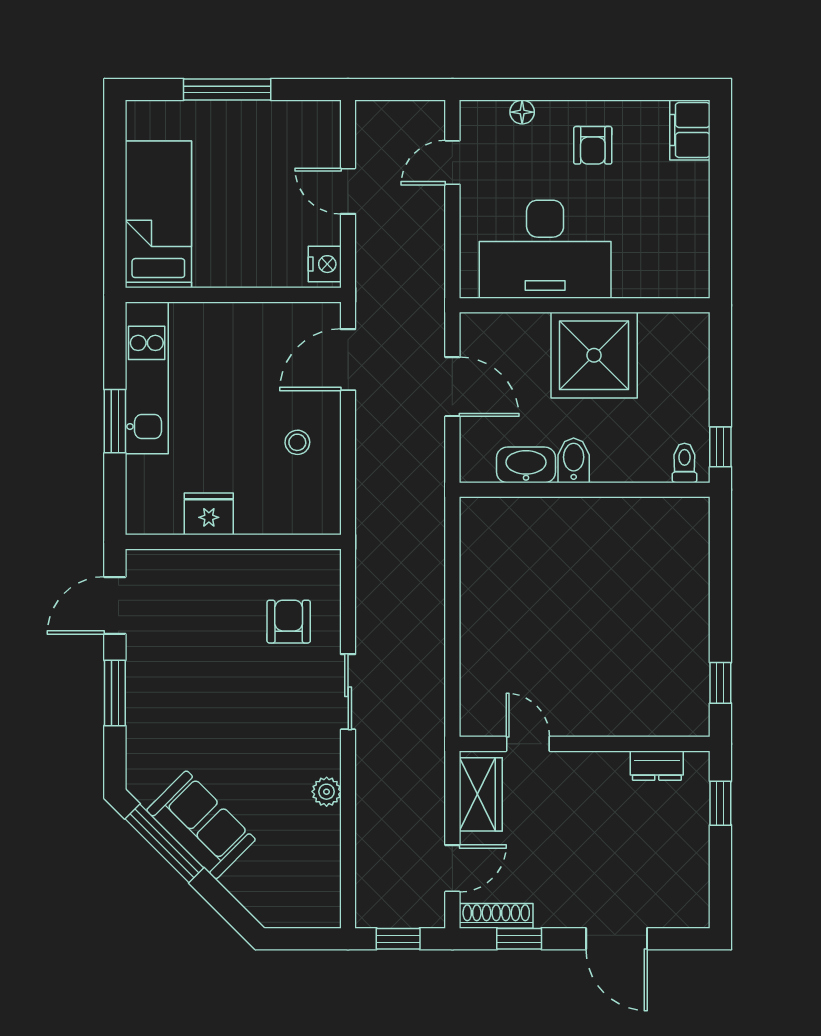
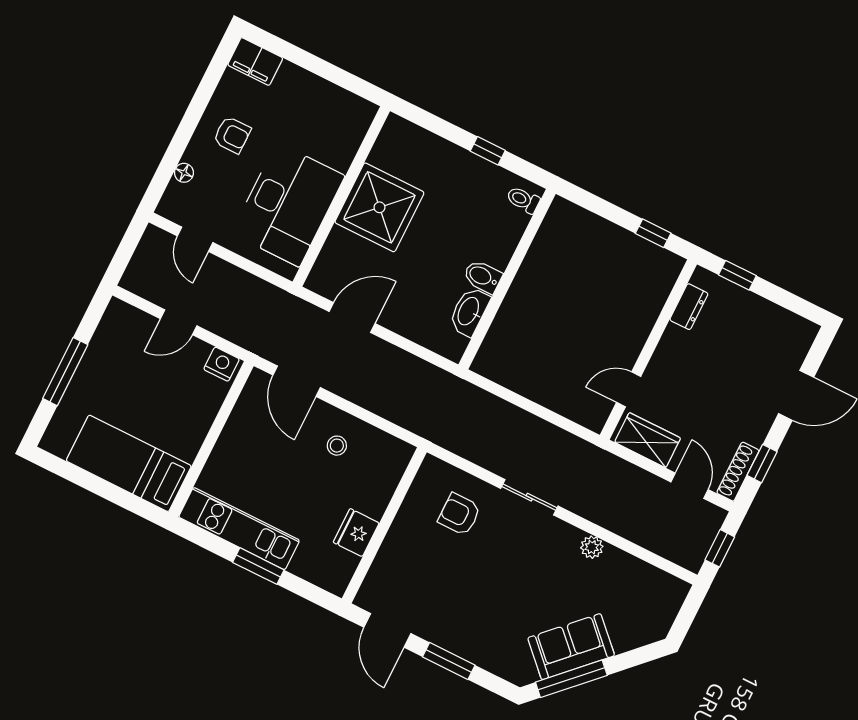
bidet: (574, 460) -> (483, 277), moved
toilet: (684, 463) -> (523, 200), moved
washbasin: (526, 465) -> (469, 312), moved
wall: (585, 490) -> (507, 279), moved

